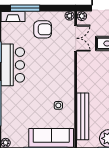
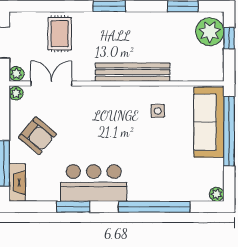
armchair: (43, 29) -> (37, 136), turned 130
bench: (83, 116) -> (133, 72), moved

